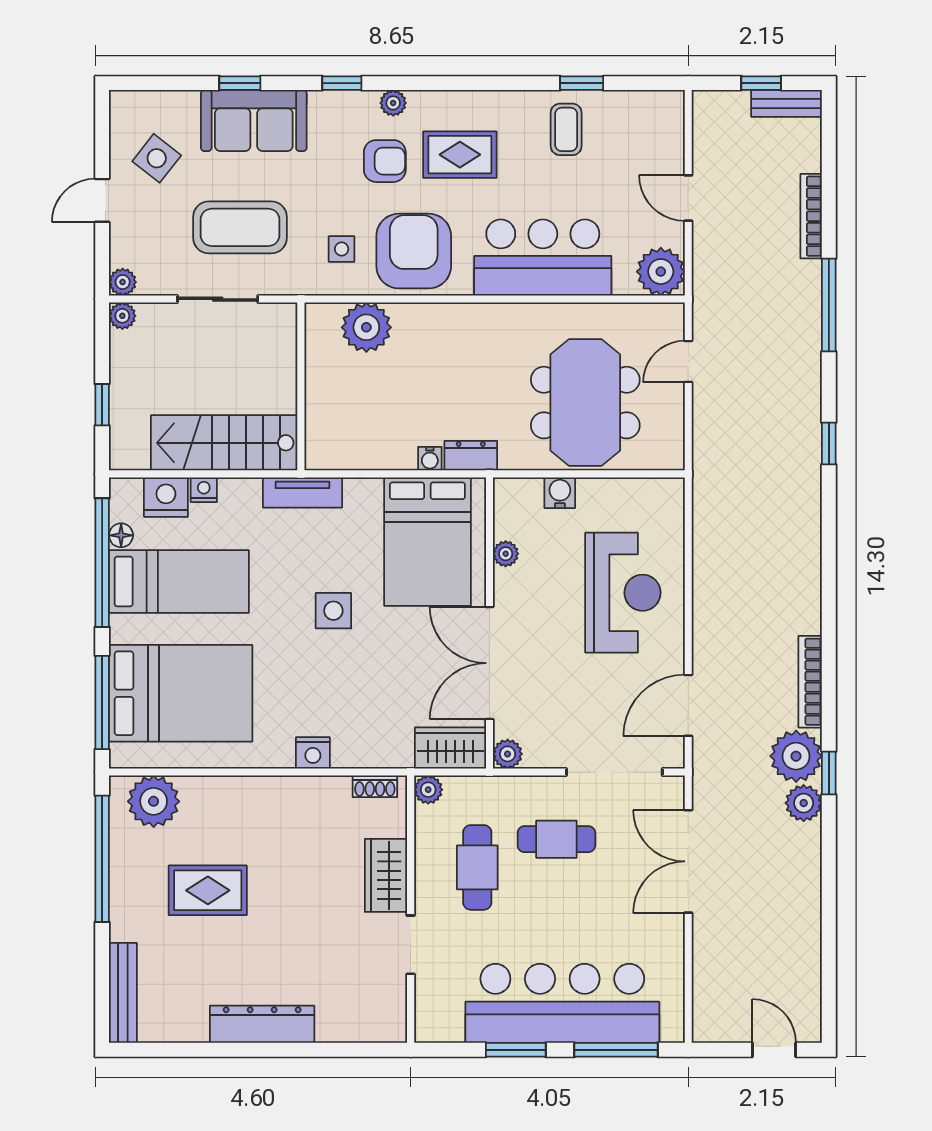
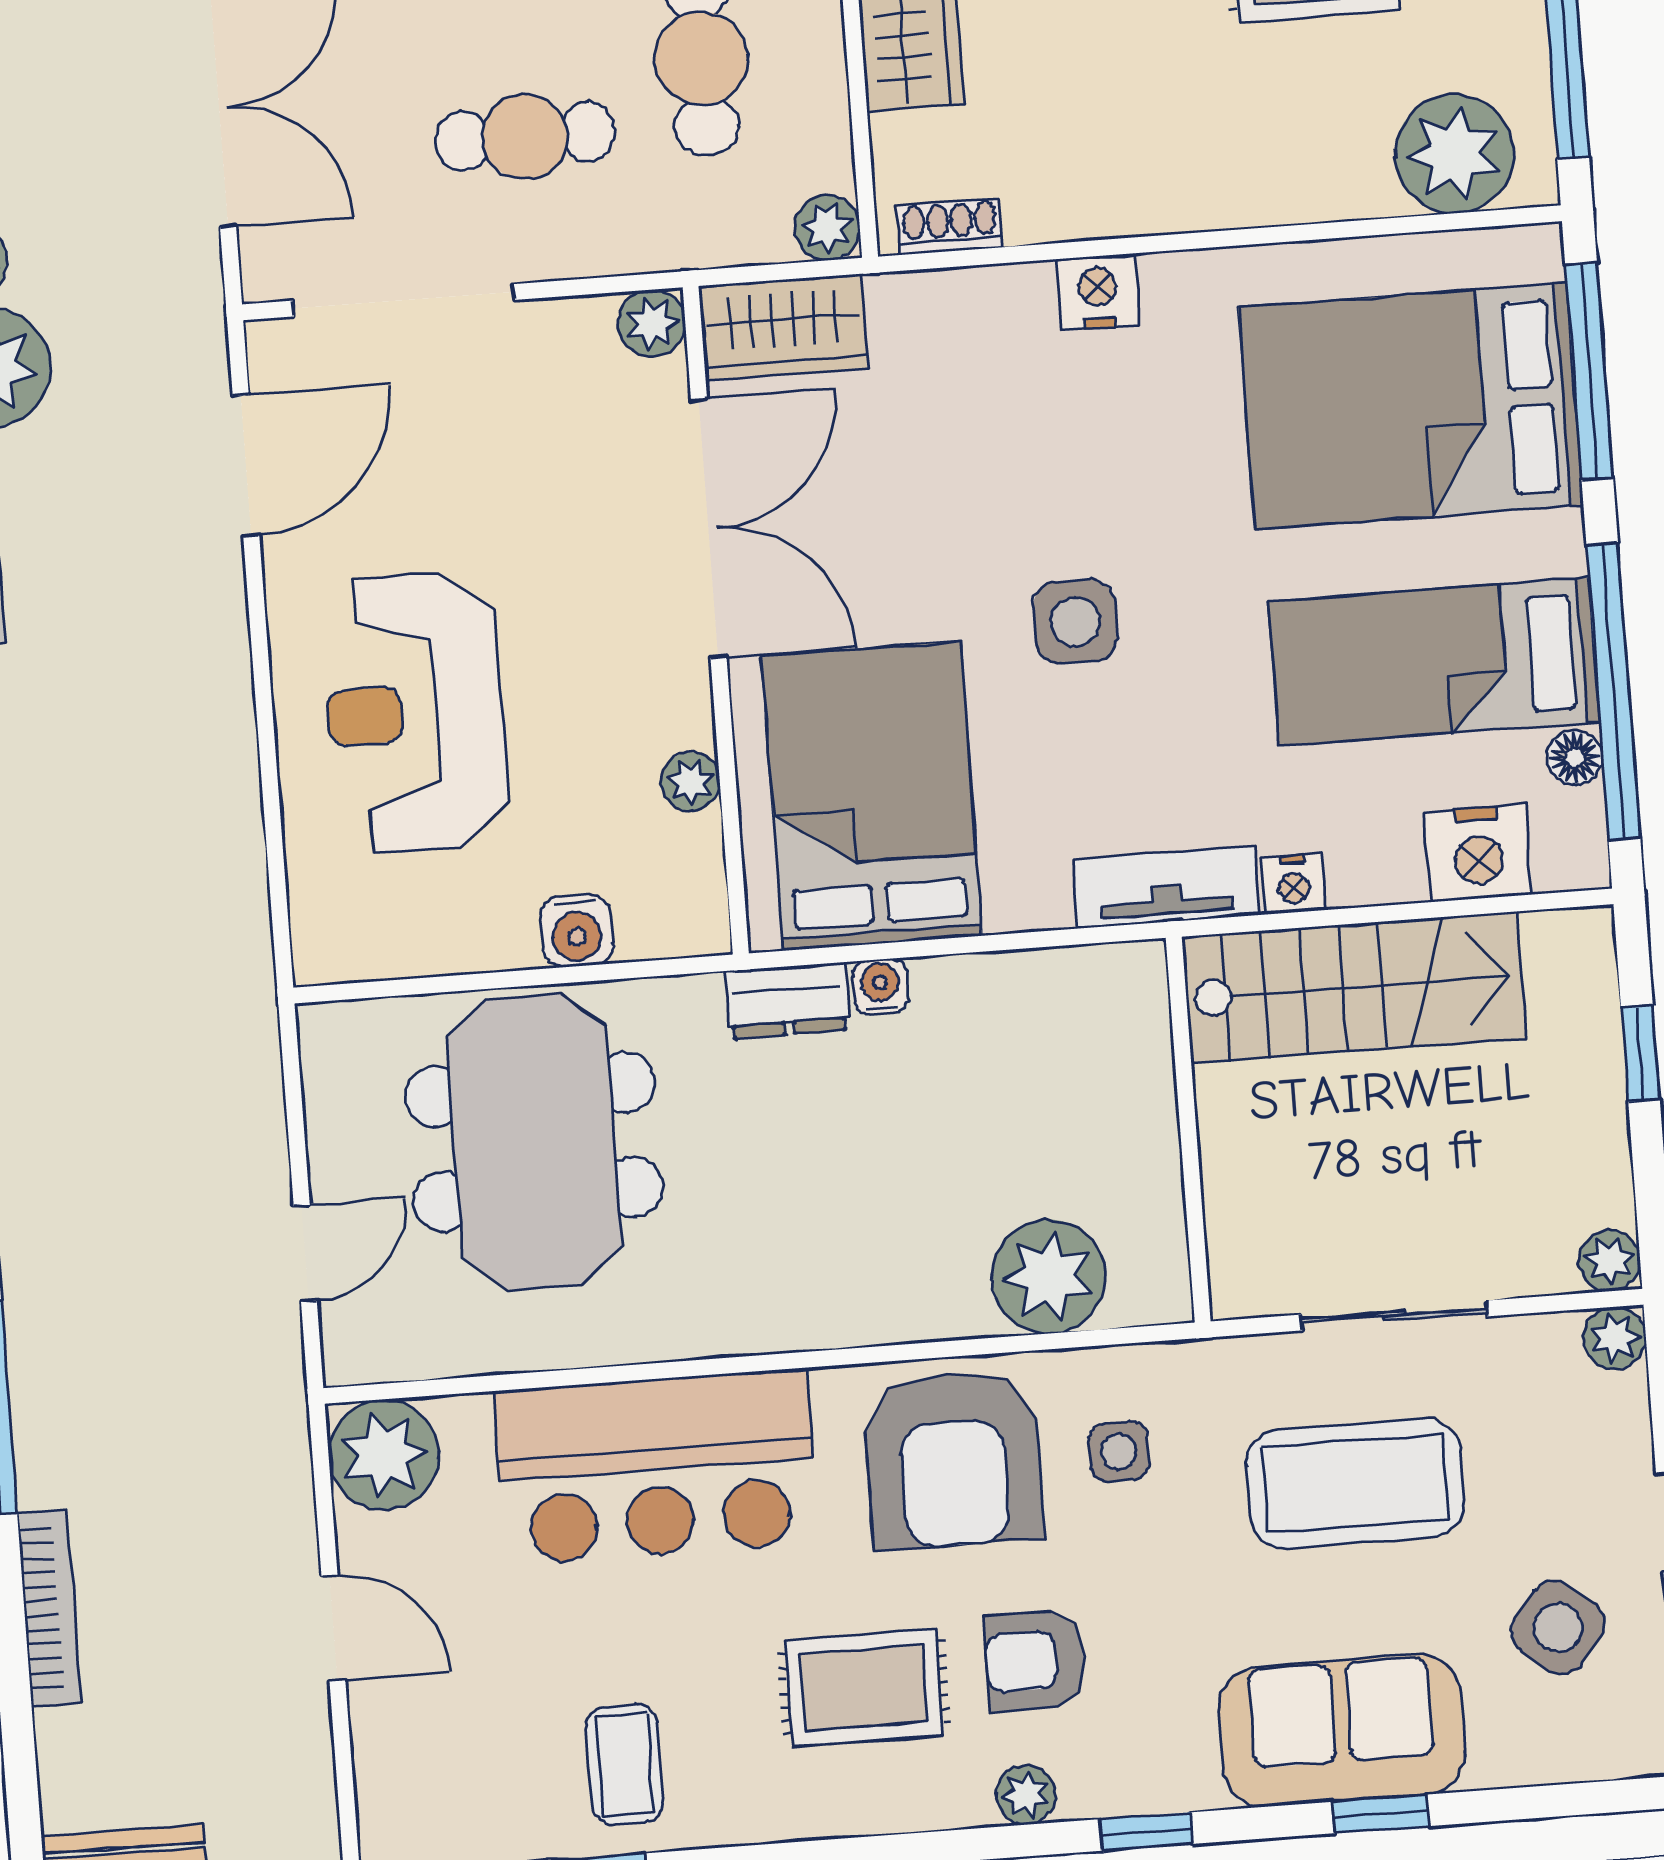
nightstand: (204, 490) -> (1294, 884), moved

